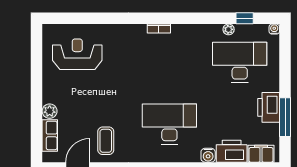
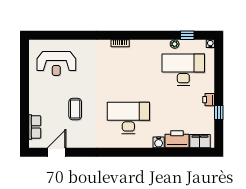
reception desk: (77, 54) -> (56, 63), turned 180
printer: (269, 107) -> (209, 100), width x0.53, depth x0.68
plant: (50, 111) -> (35, 108), removed
window: (285, 117) -> (219, 113), width x0.46
coffee table: (106, 141) -> (75, 109), moved

